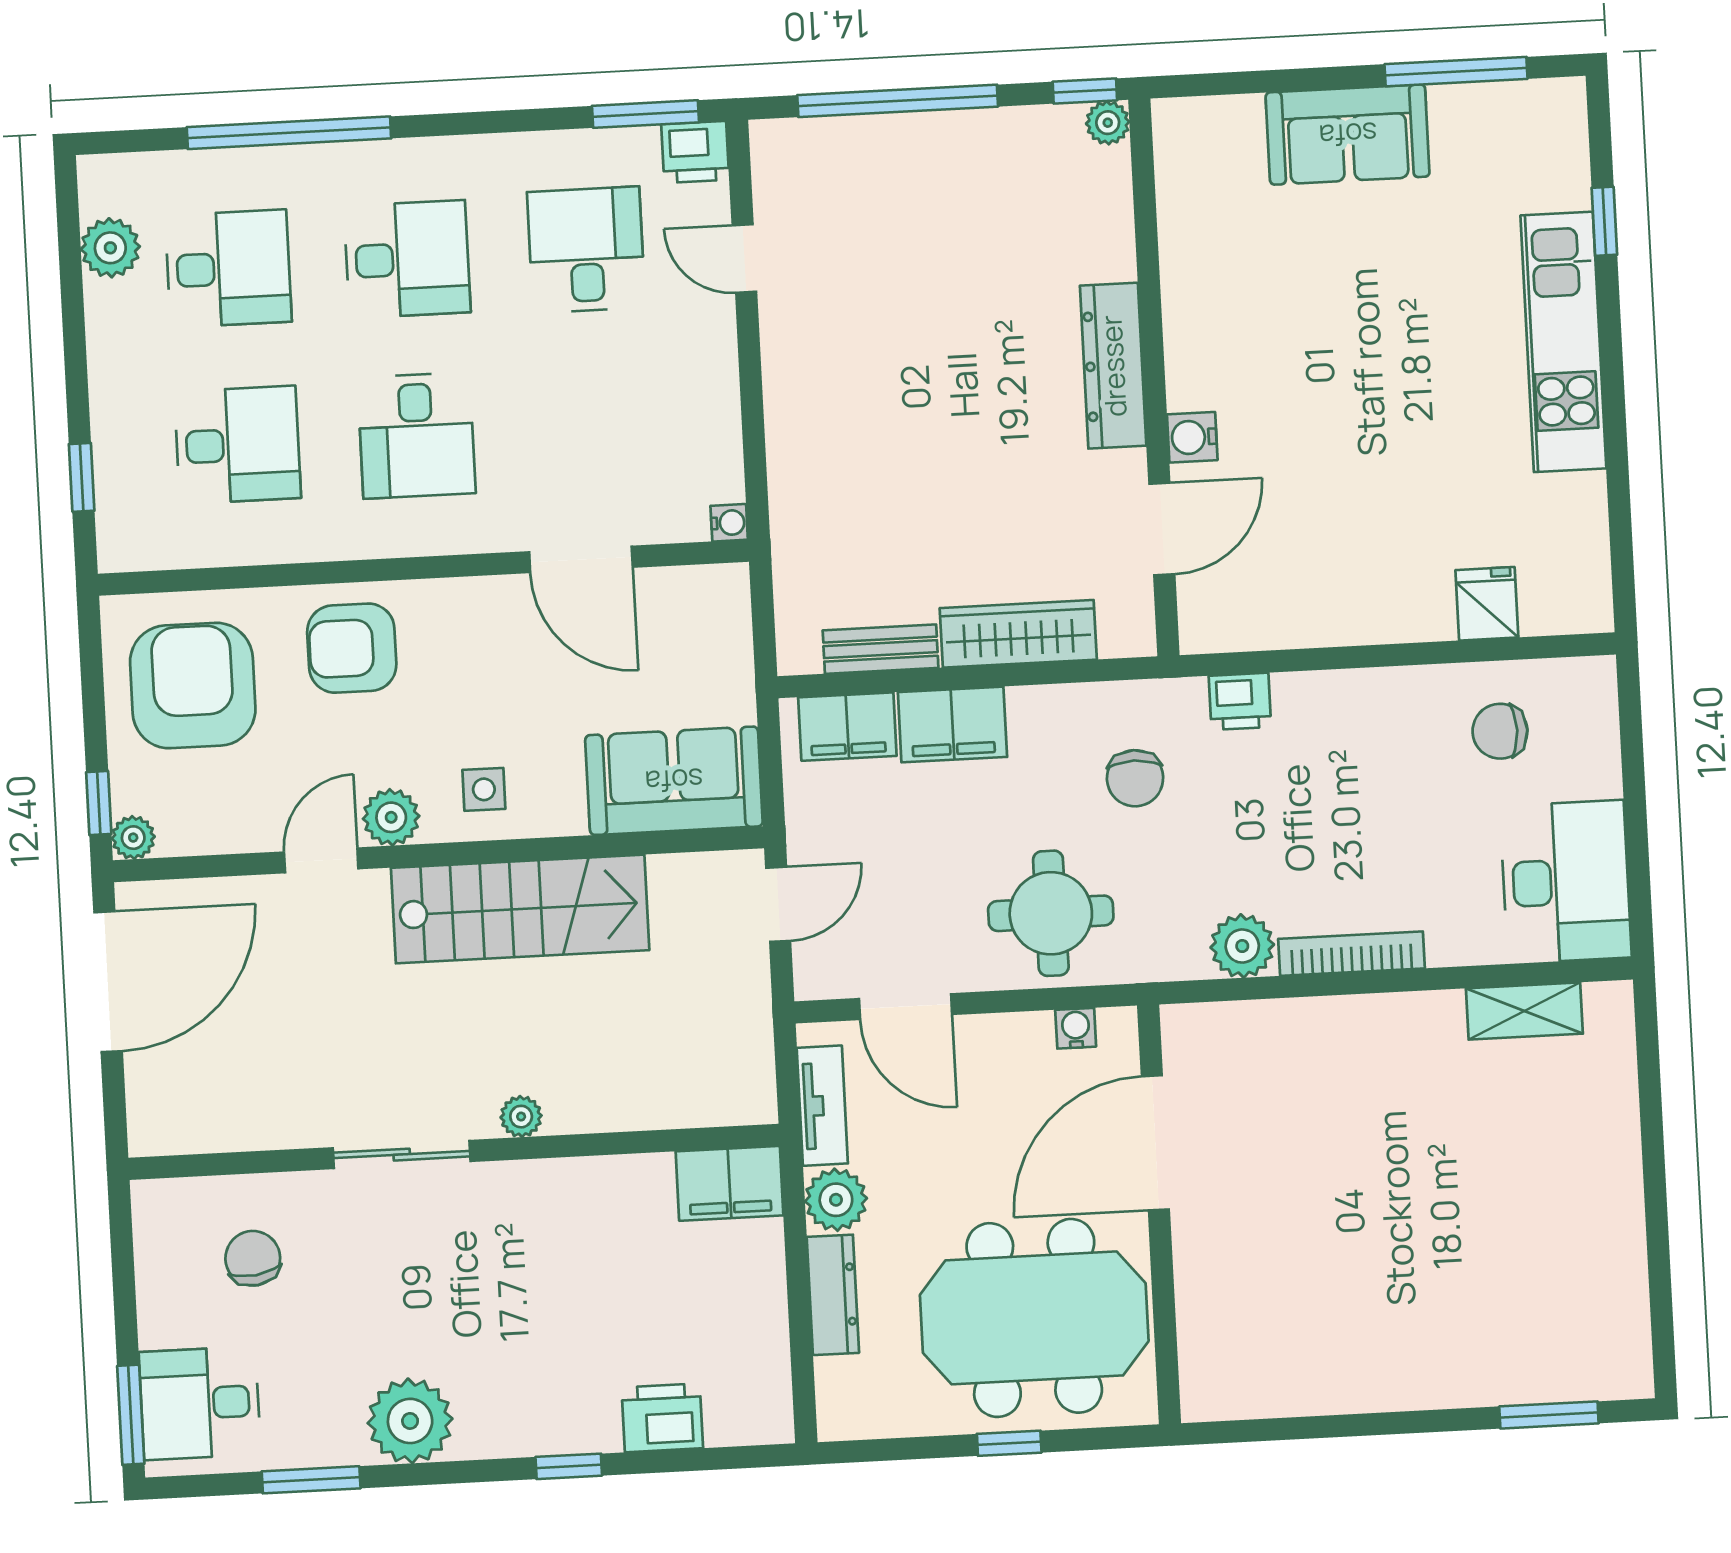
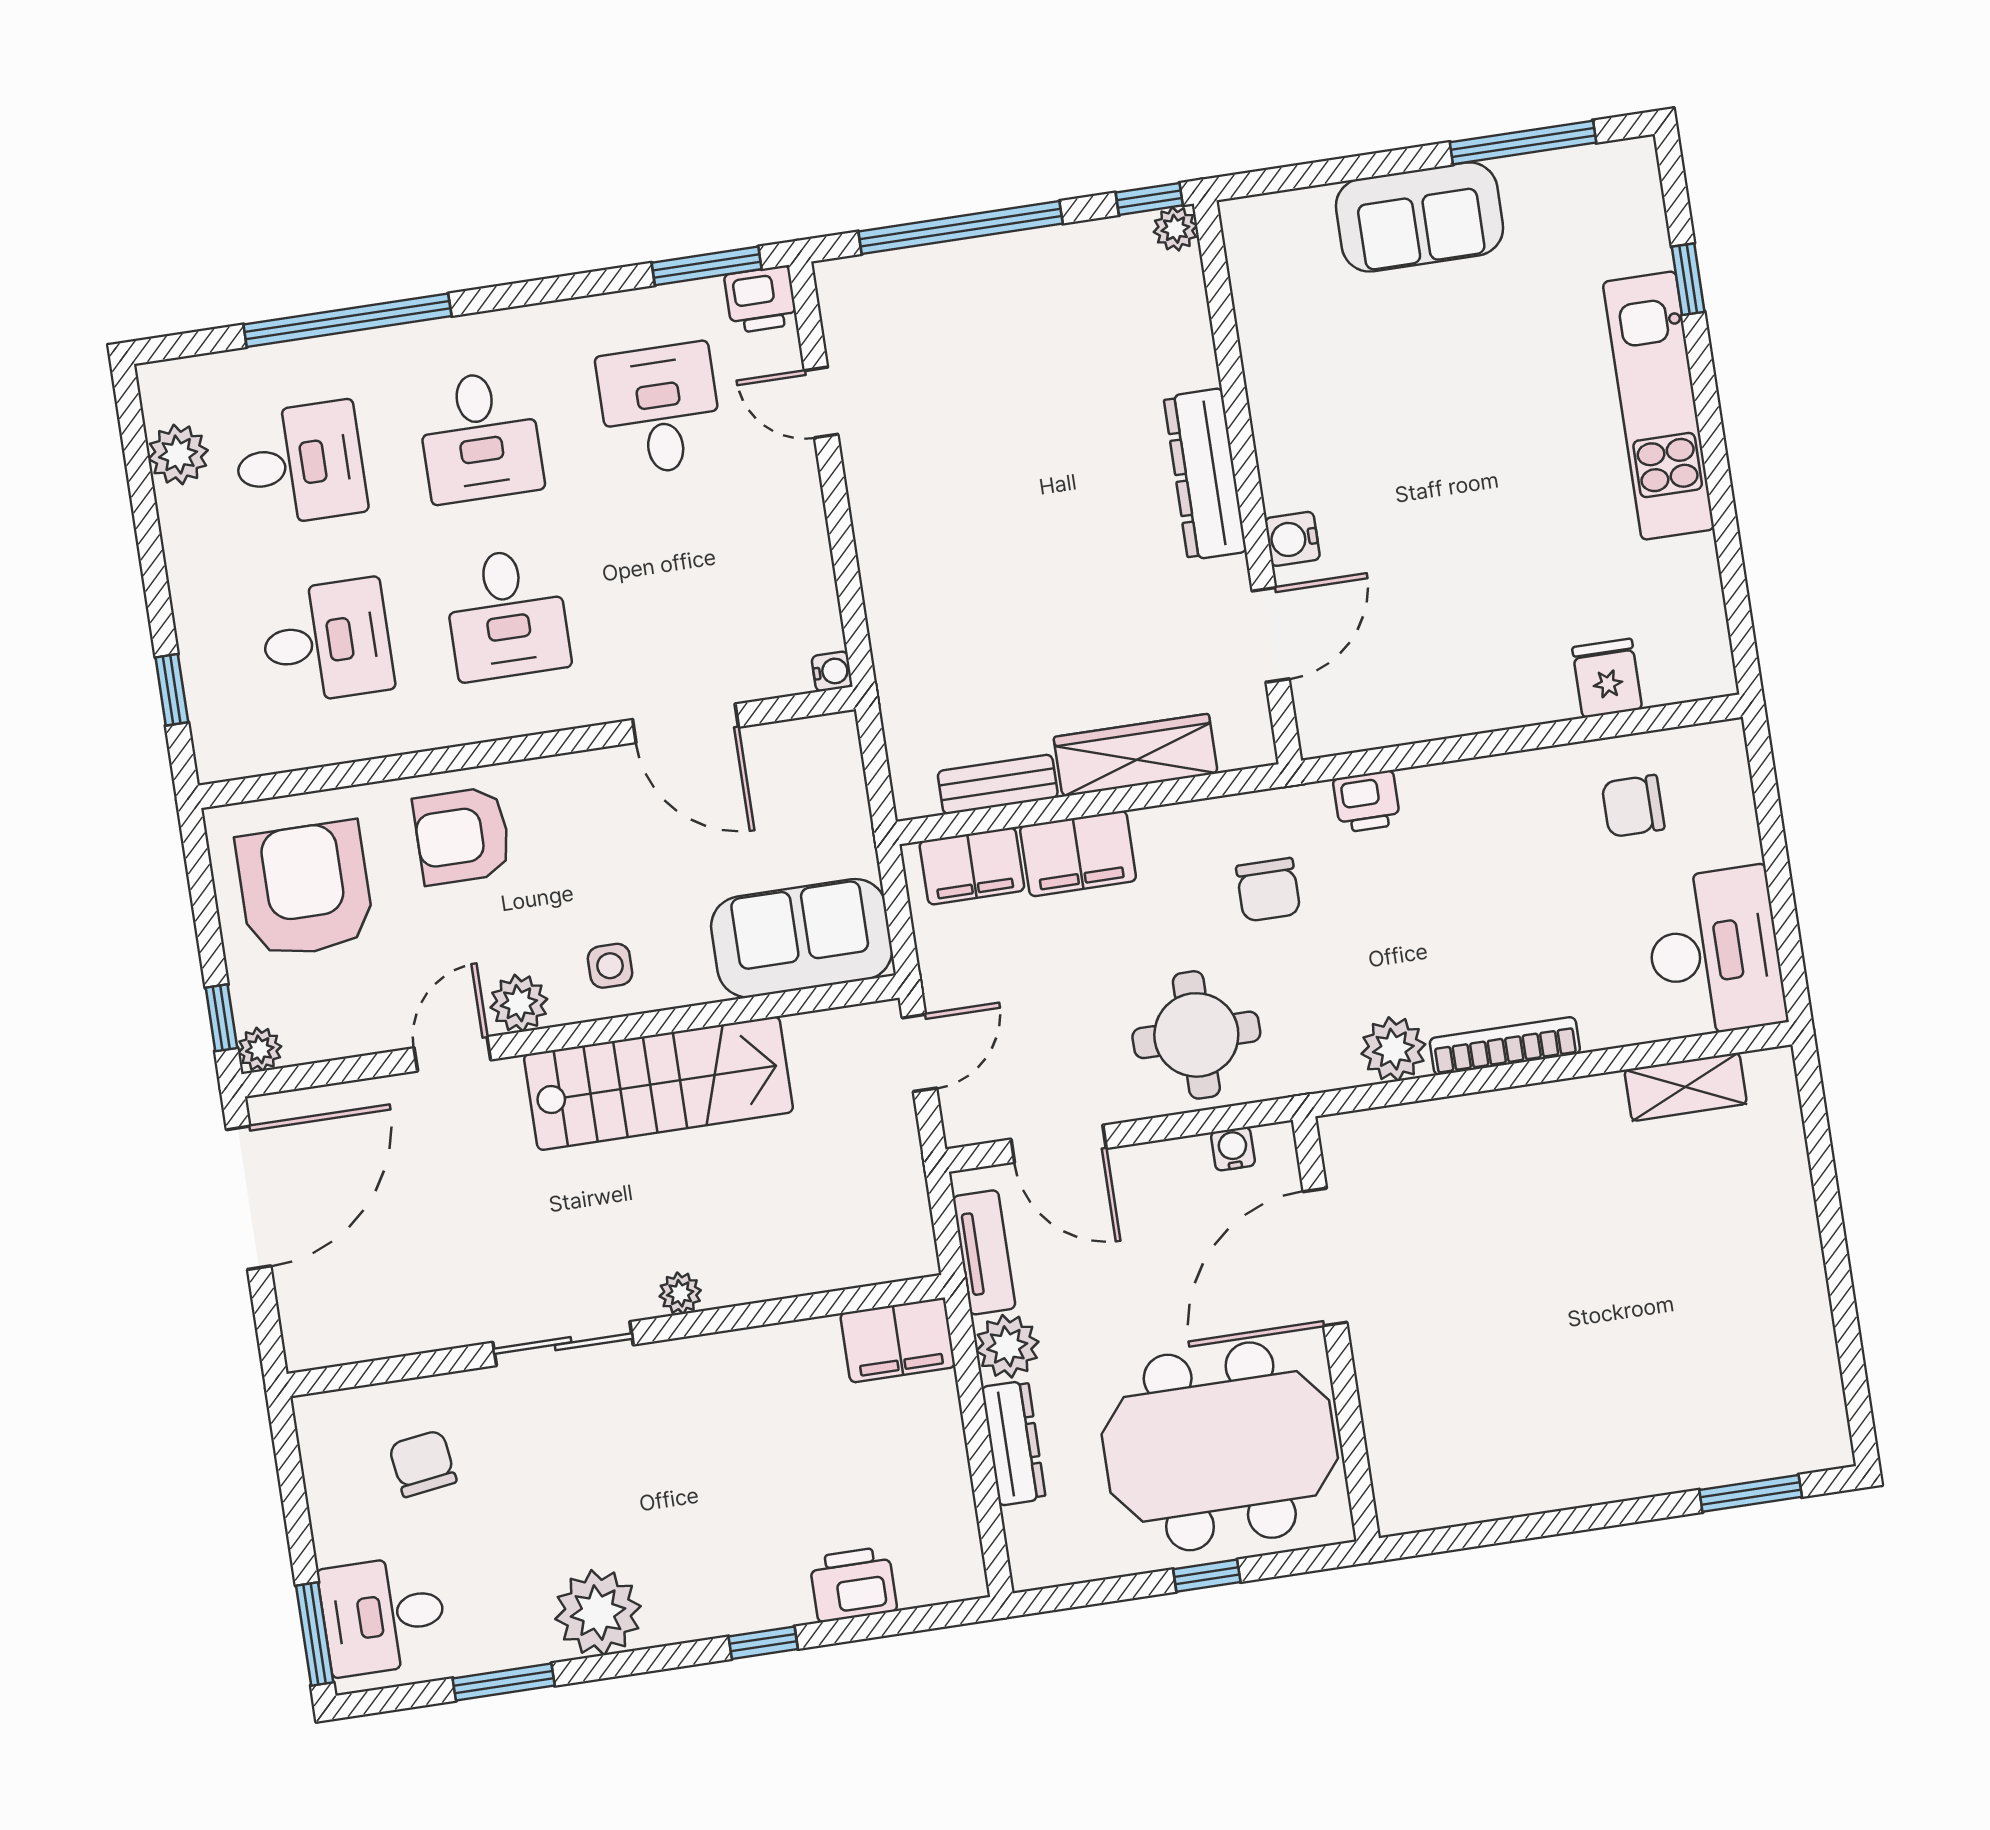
desk: (407, 259) -> (480, 437), turned 90

